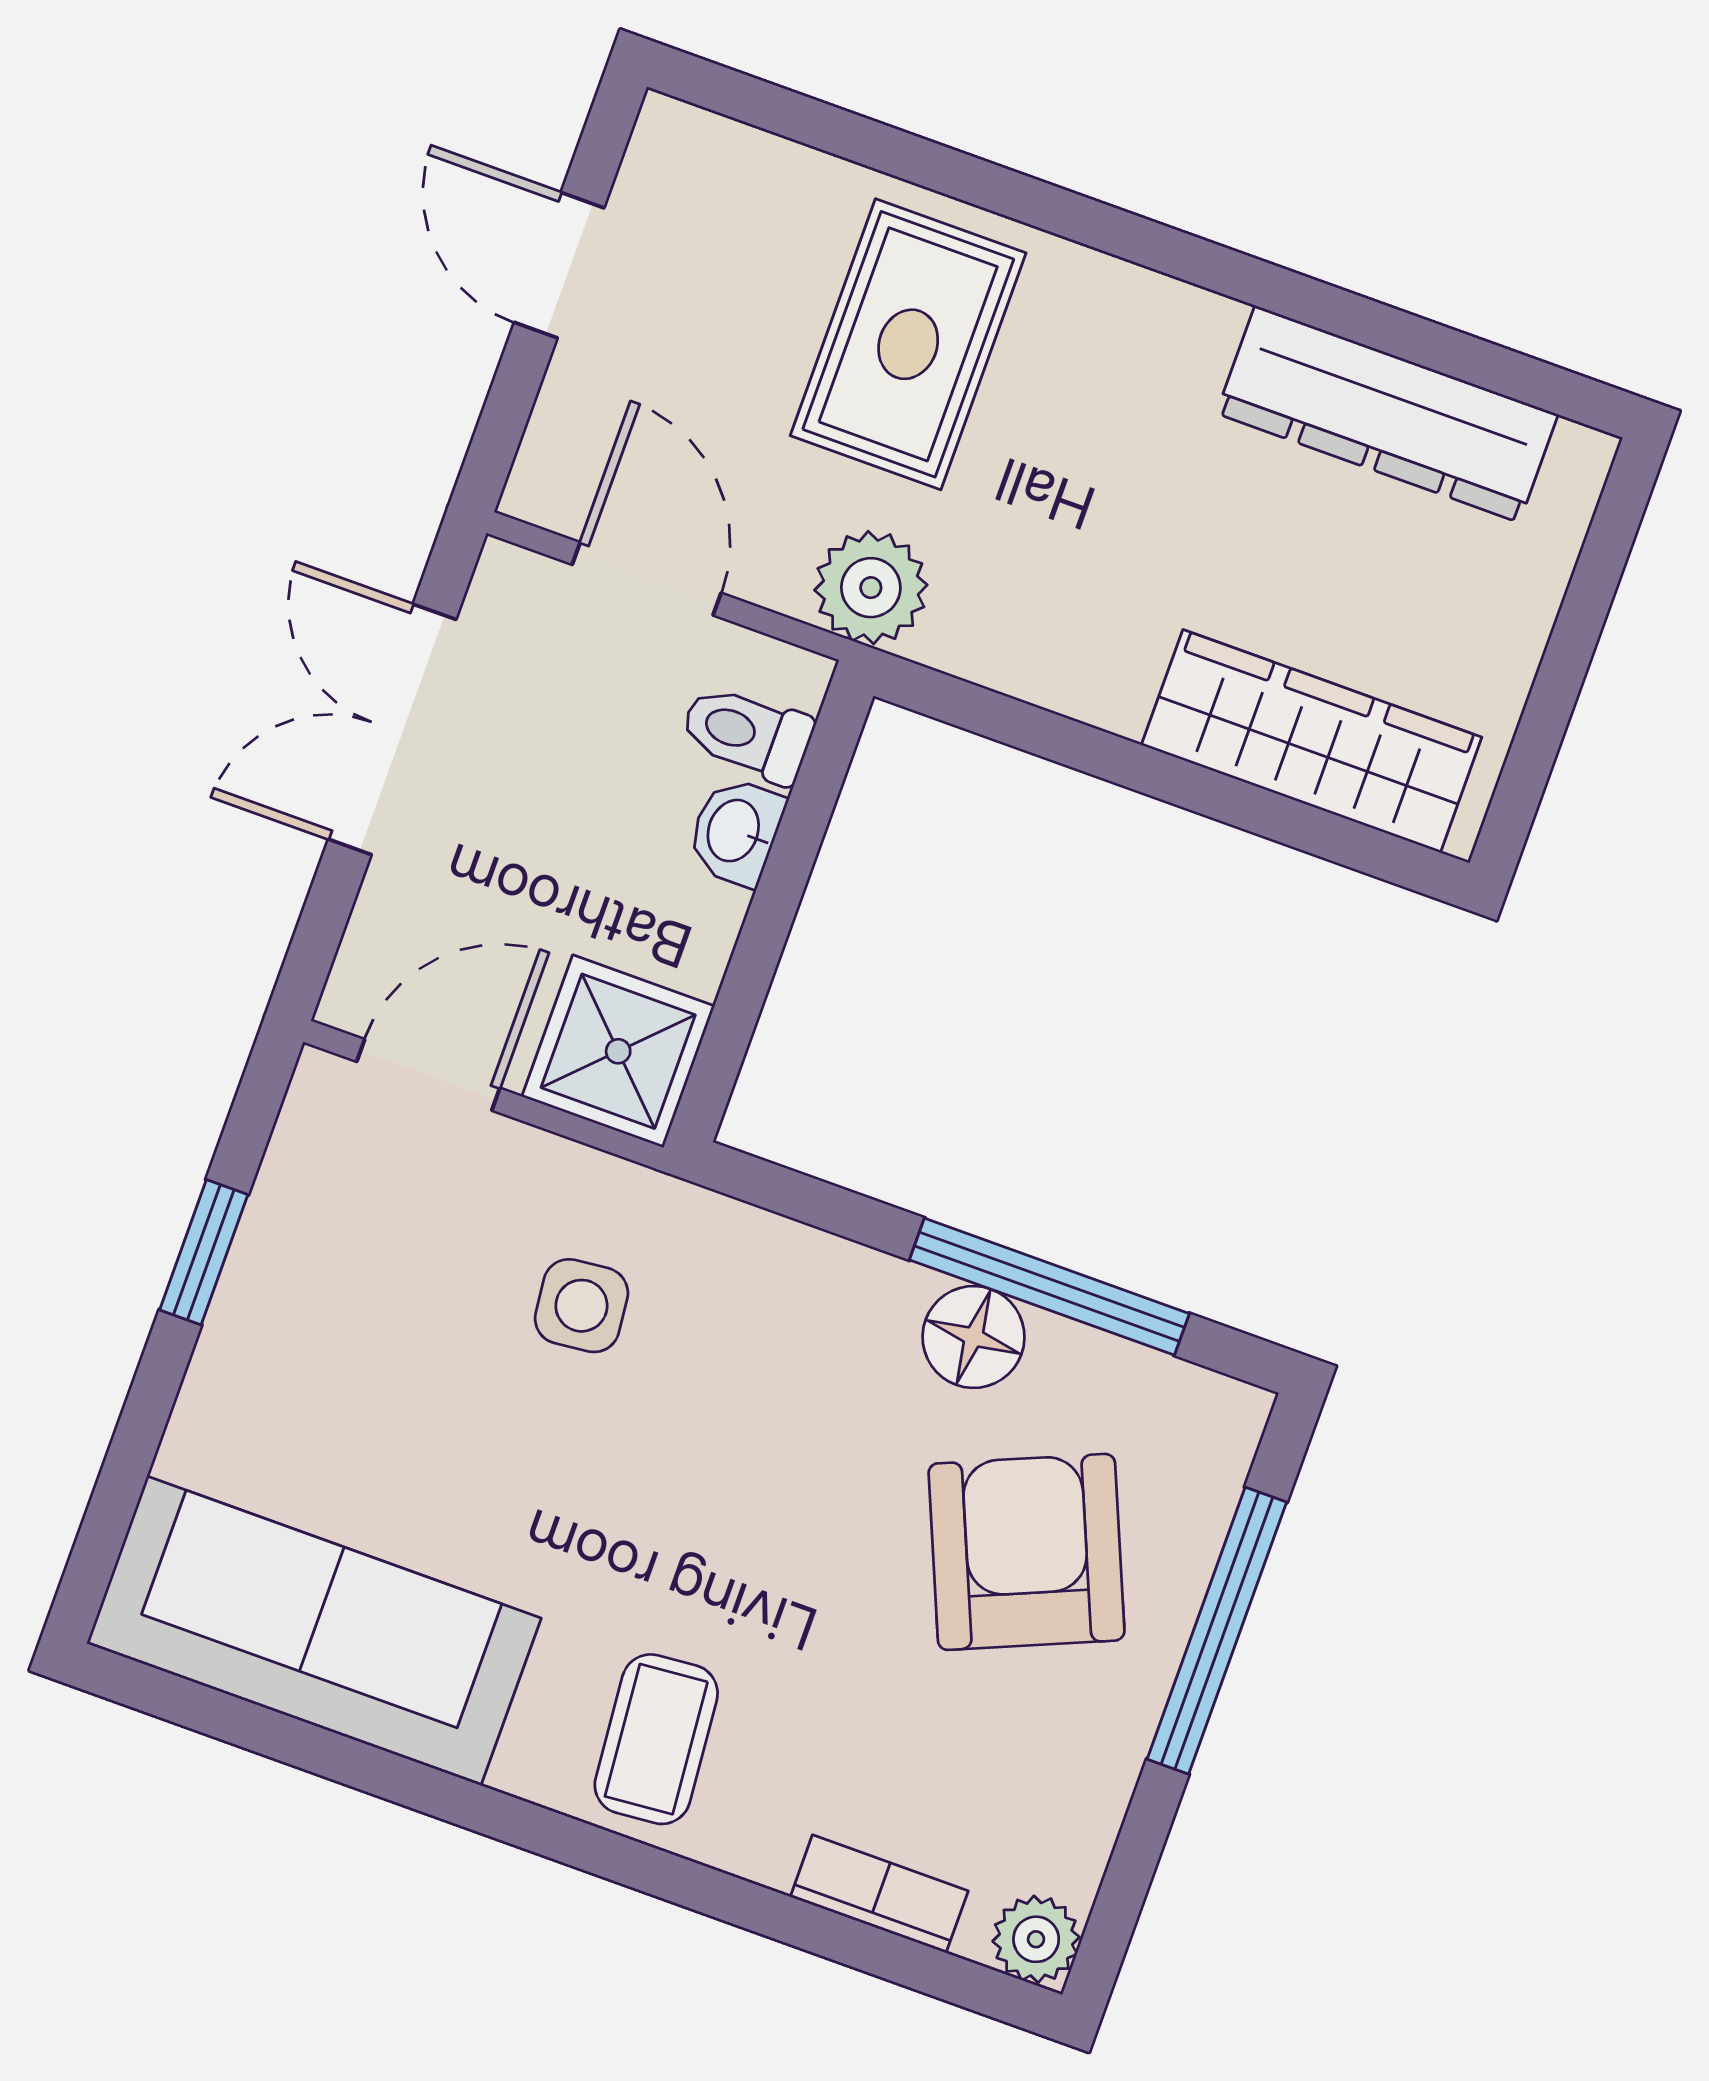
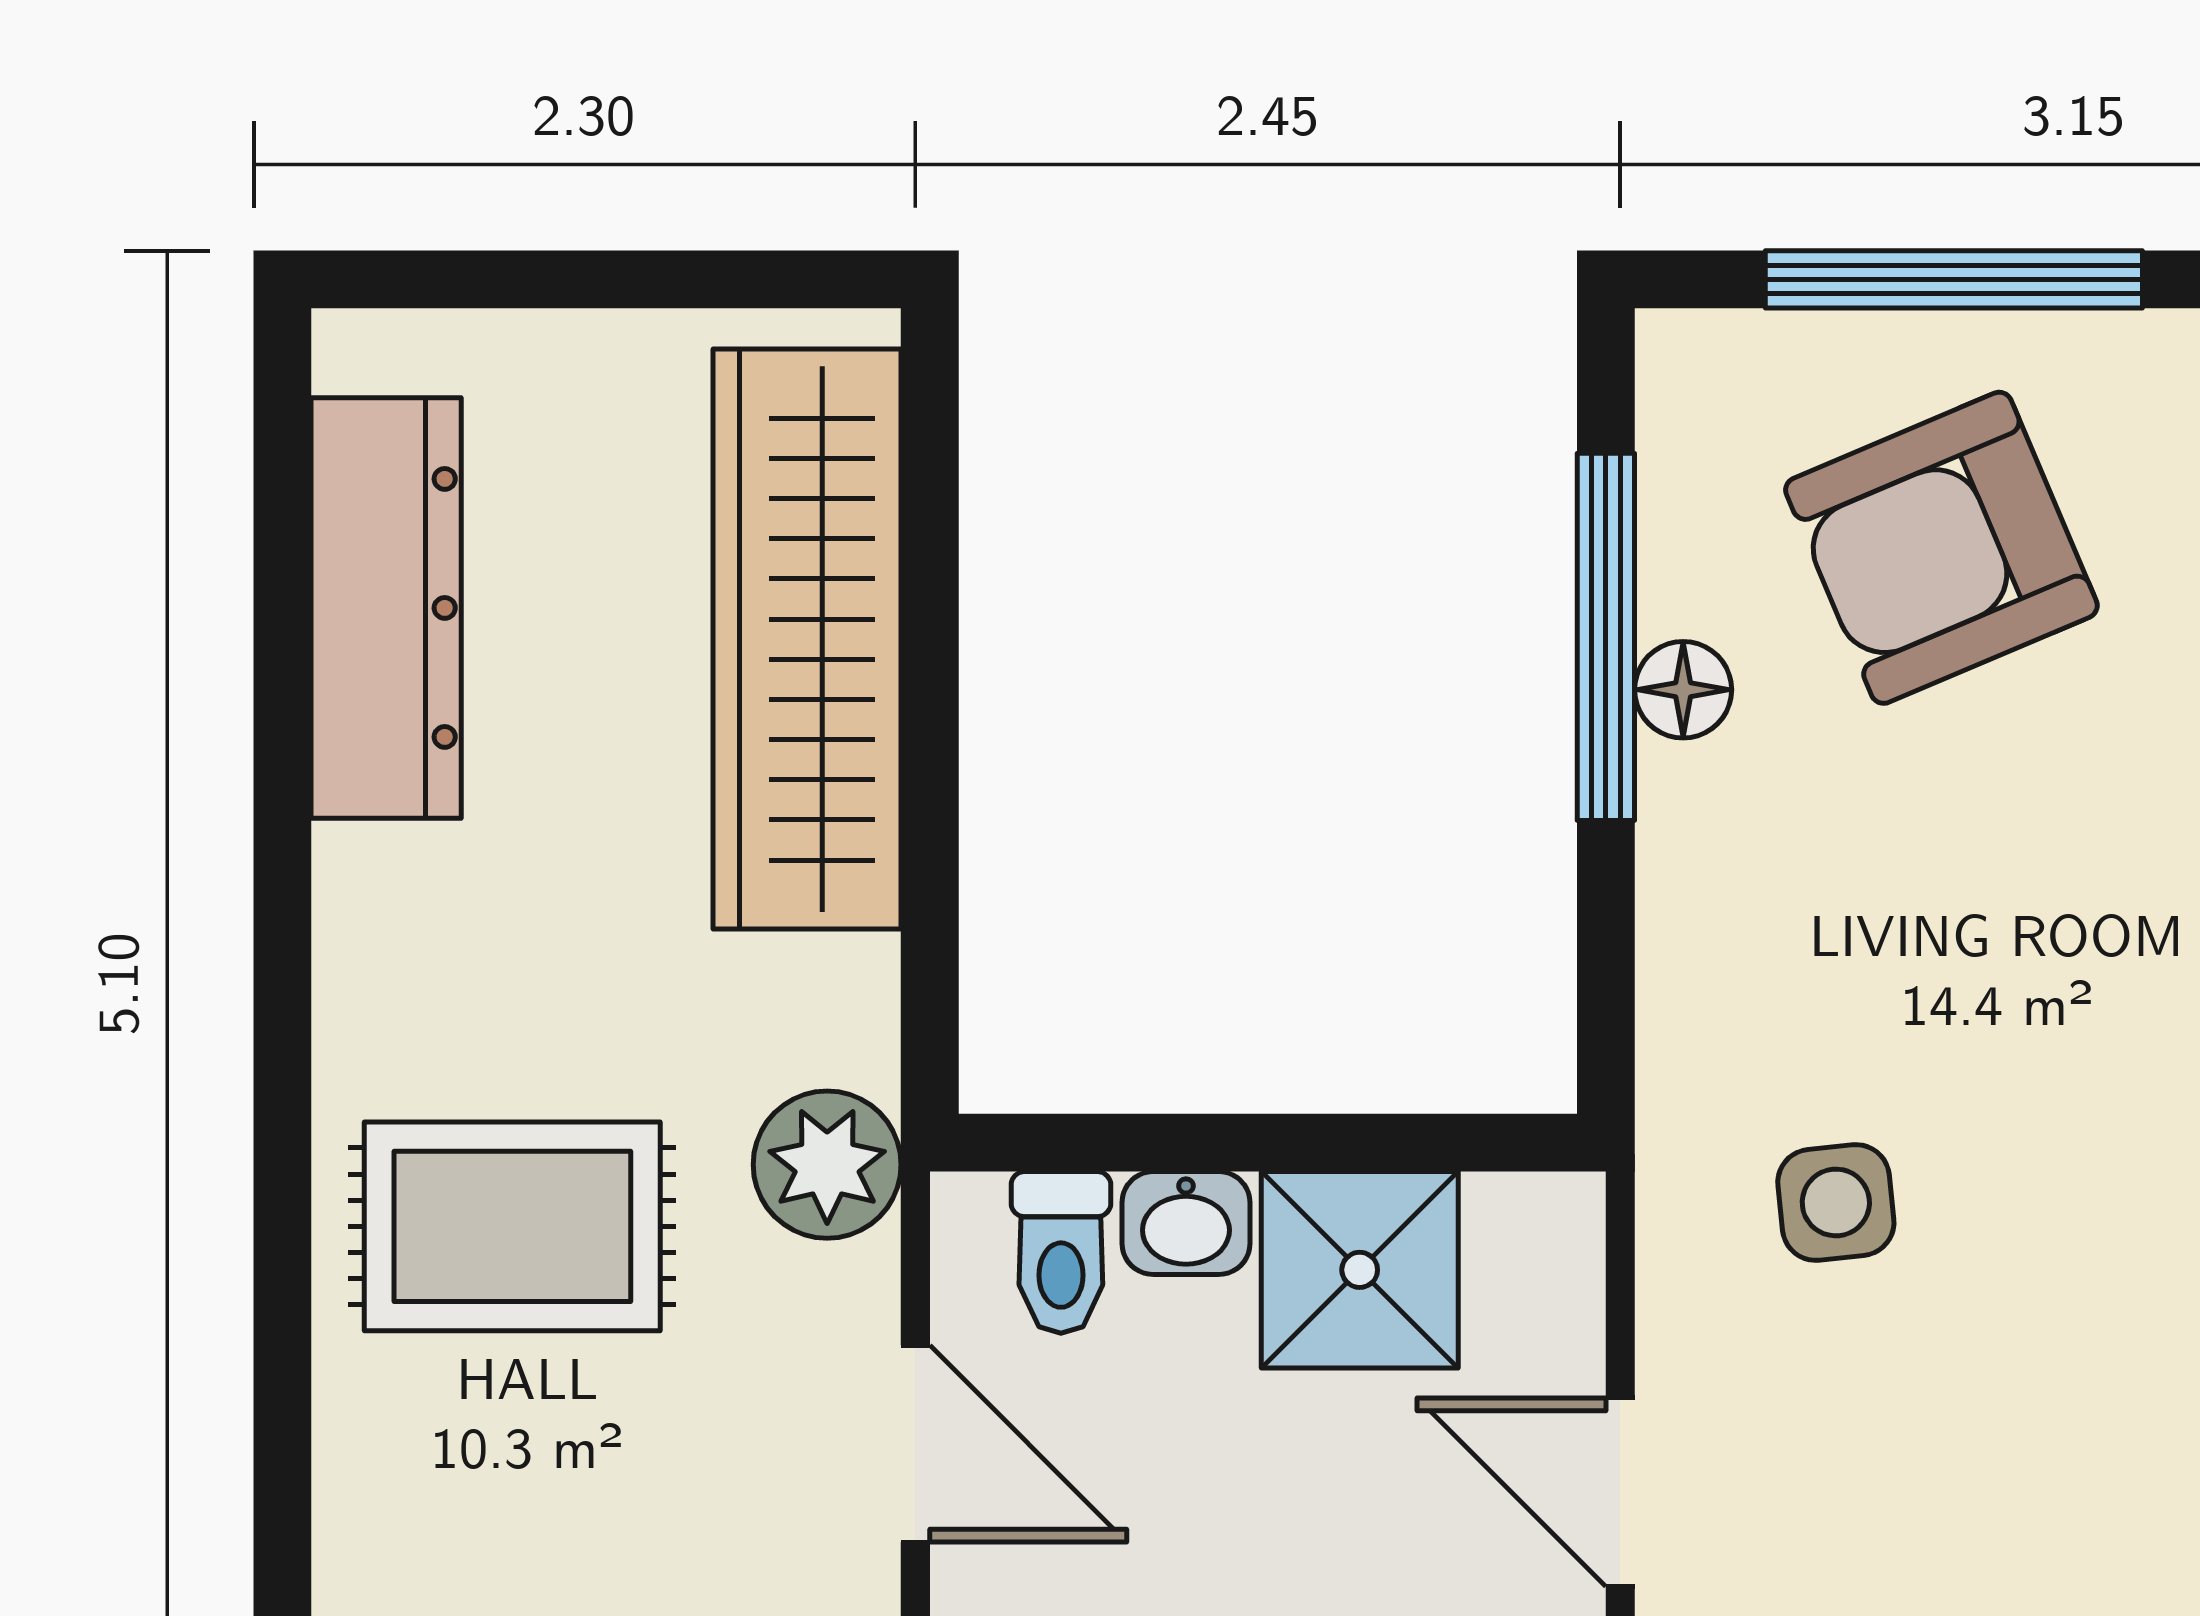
door: (647, 579) -> (915, 1444), swing flipped
wardrobe: (1312, 741) -> (807, 639), width x1.40, depth x1.17
shower: (618, 1051) -> (1360, 1270), moved
floor lamp: (974, 1337) -> (1683, 690), width x0.73, depth x0.73

